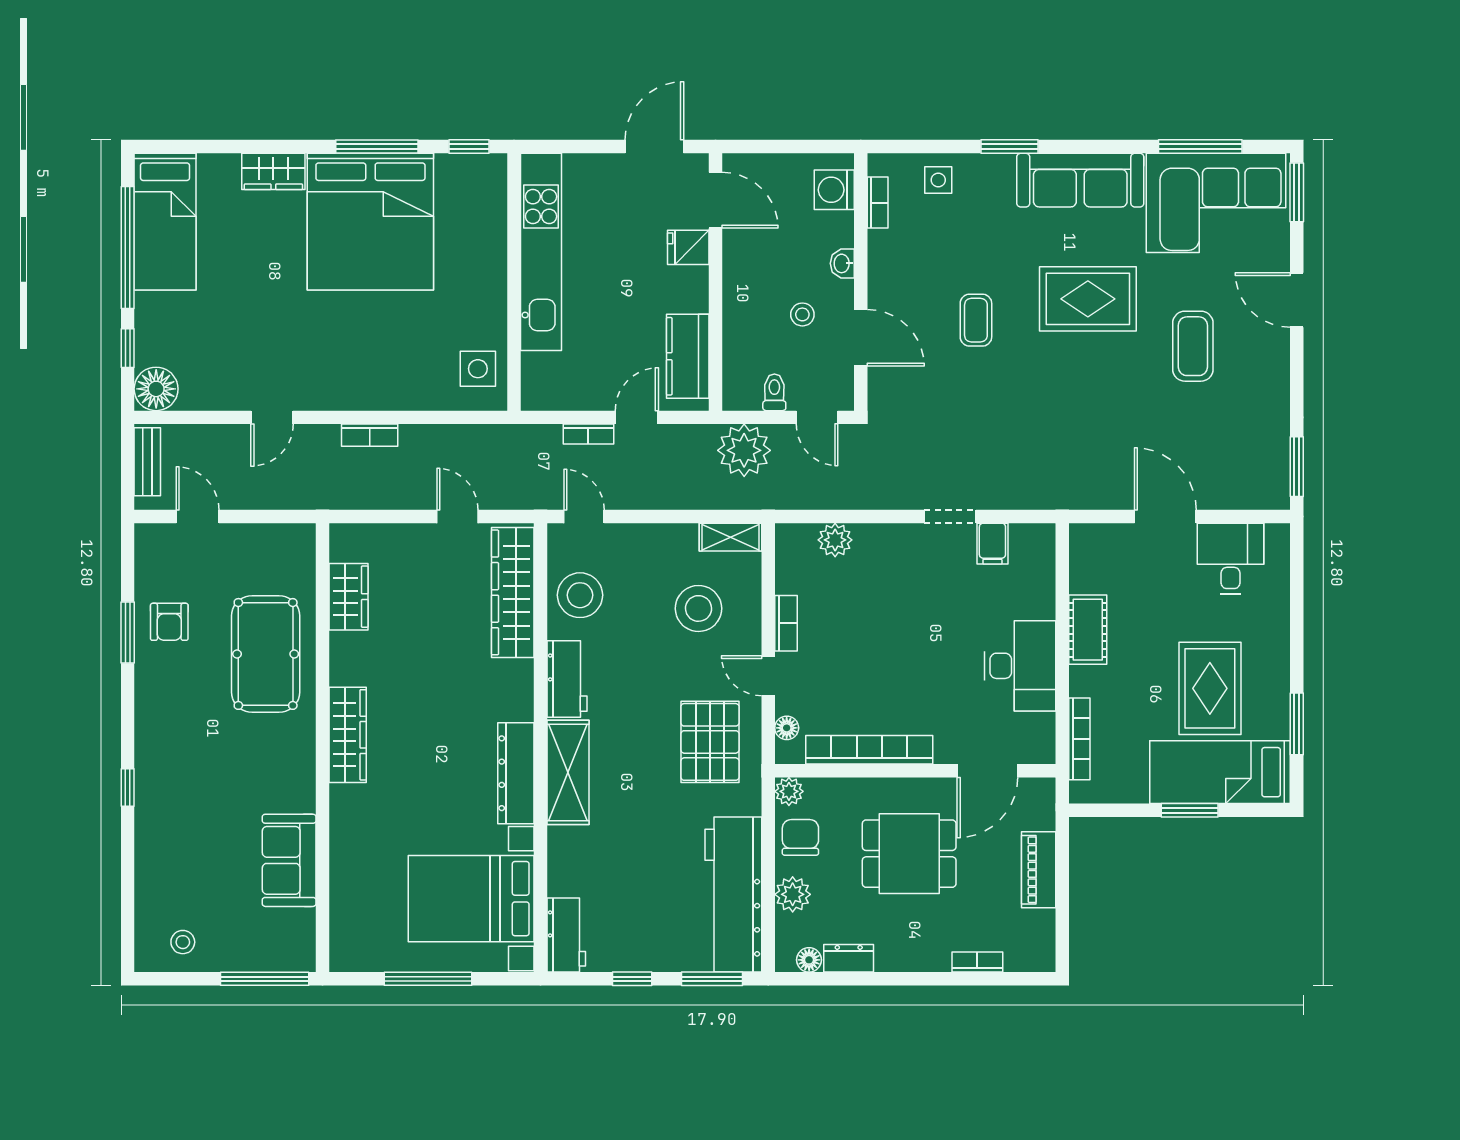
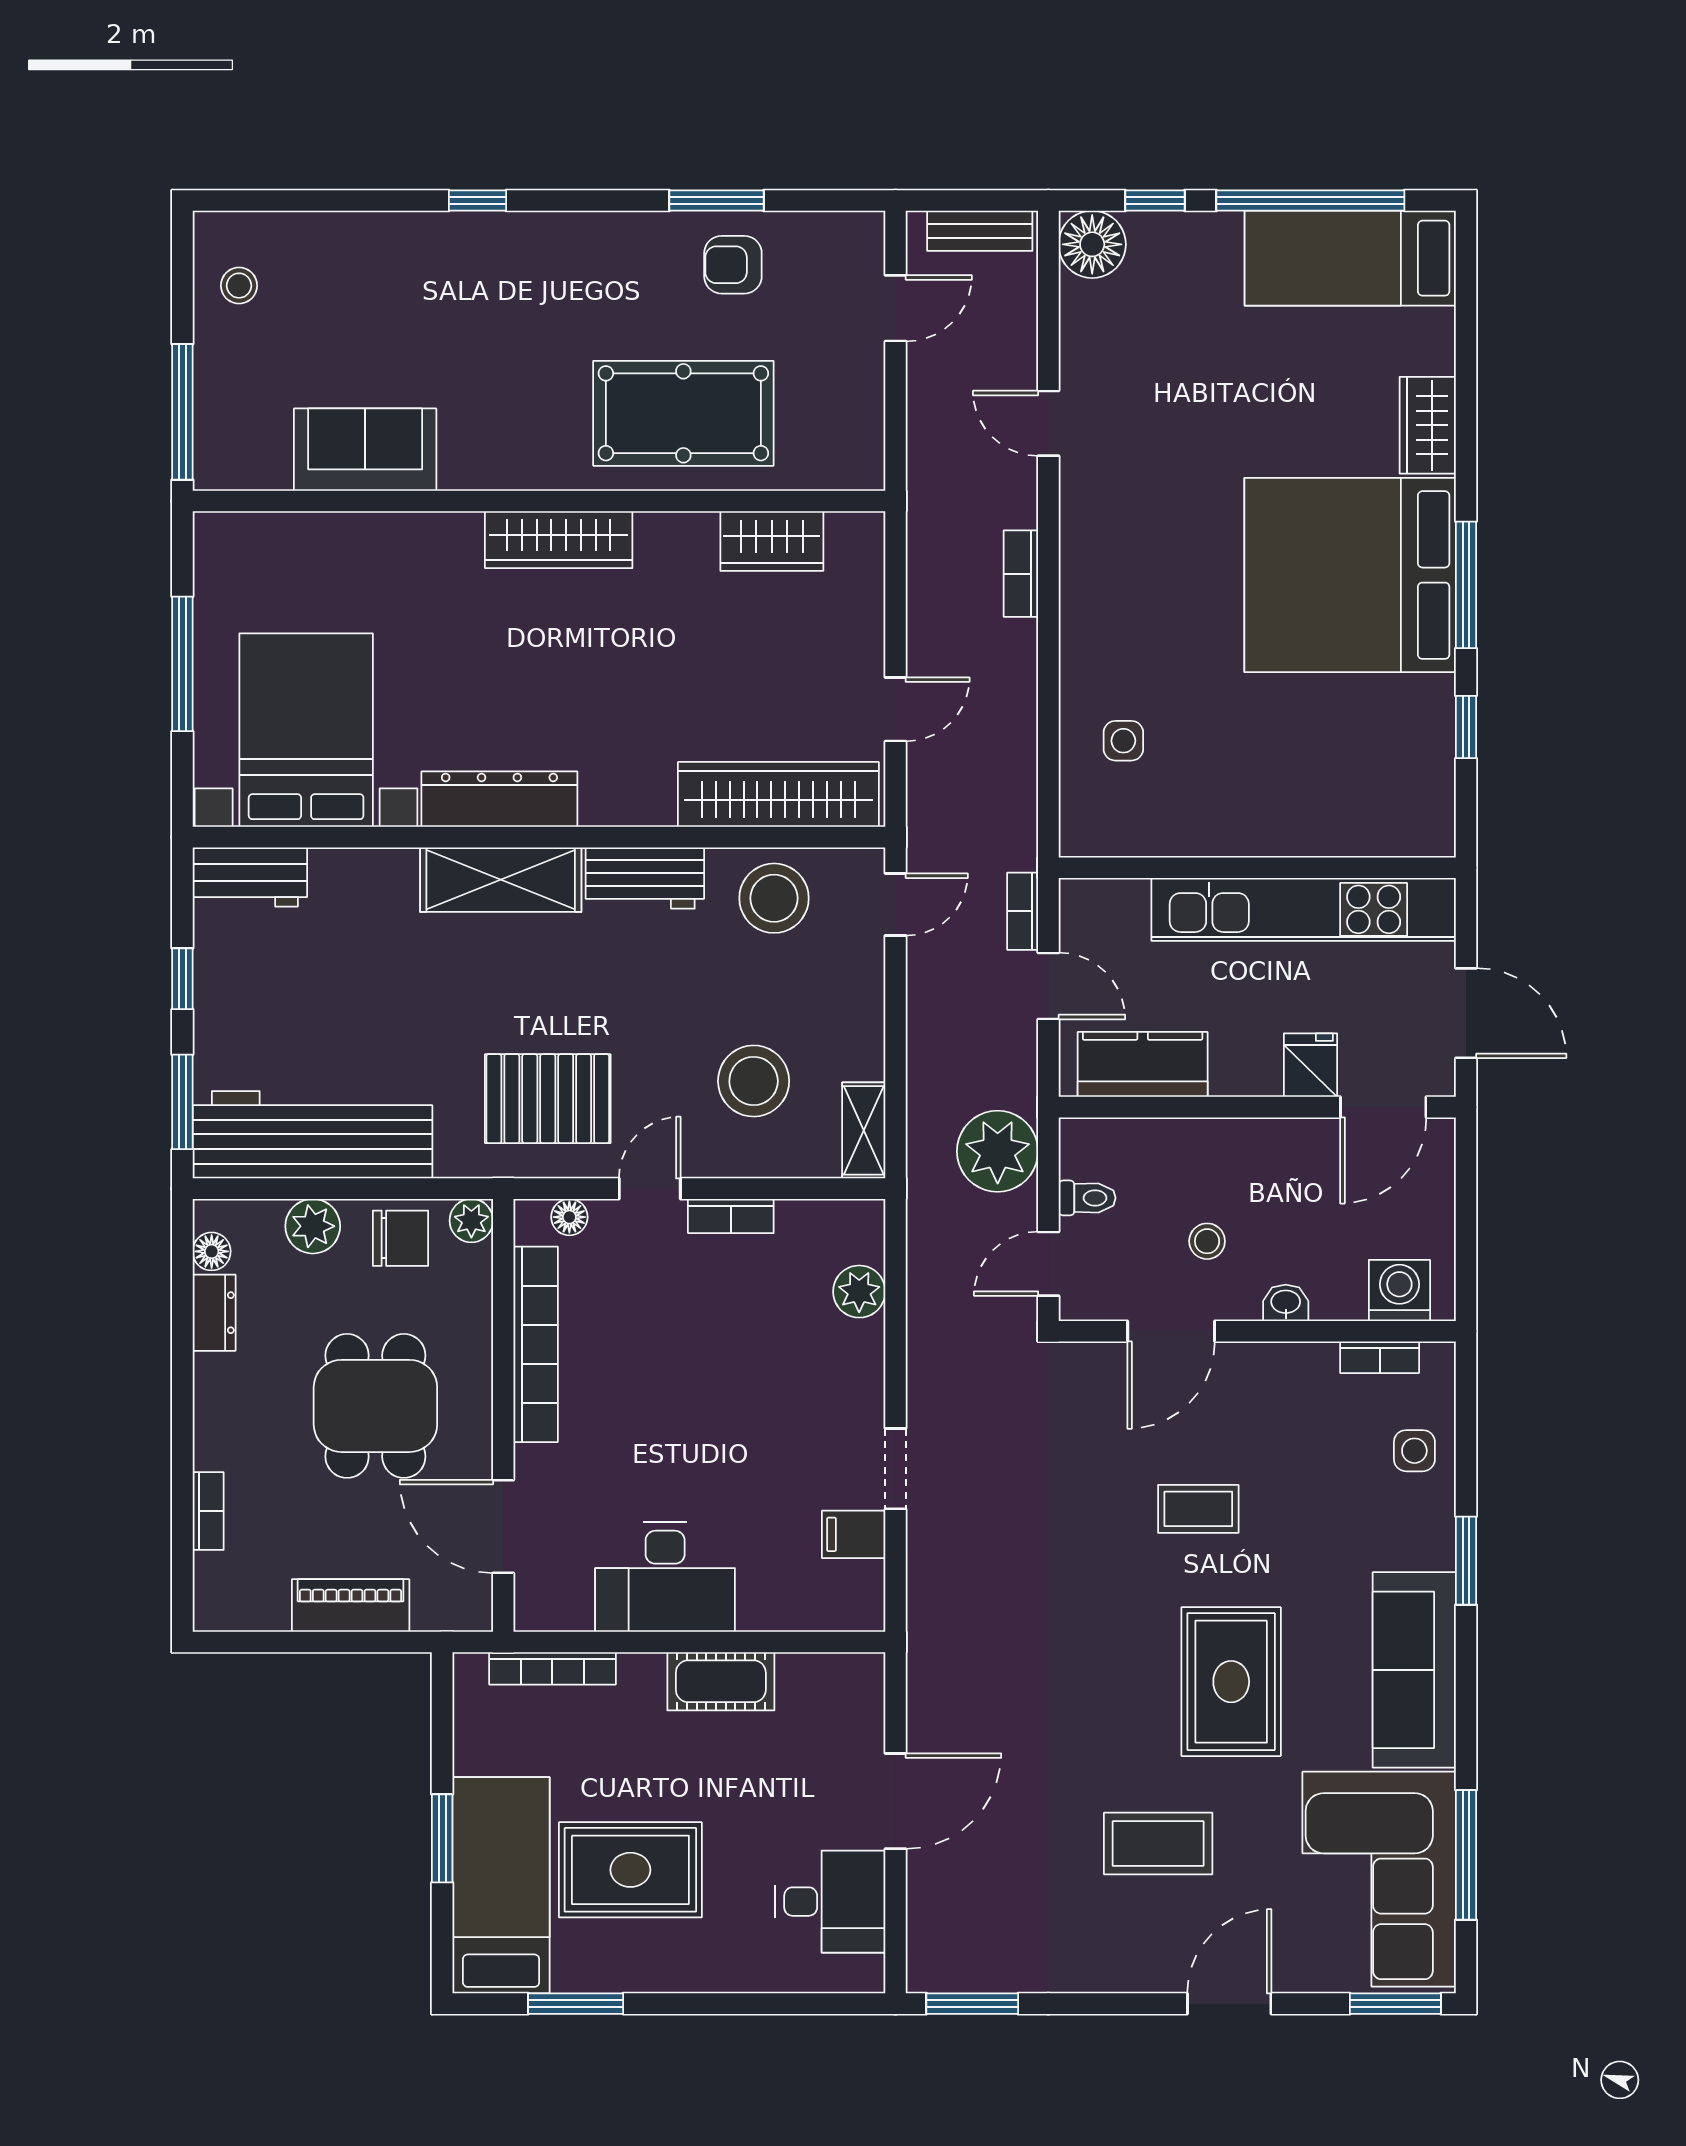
kitchen unit: (541, 252) -> (1304, 909), moved
wall: (514, 282) -> (1257, 868), moved
side table: (478, 369) -> (1123, 741), width x0.73, depth x0.73

